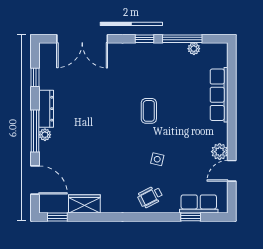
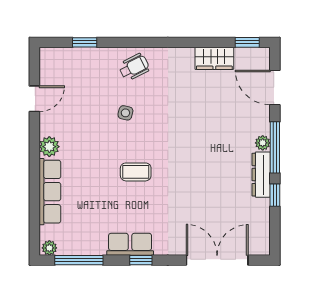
window: (182, 39) -> (79, 260), moved
plant: (194, 49) -> (49, 248), moved
window: (35, 77) -> (275, 195), moved
coffee table: (149, 111) -> (136, 172), turned 90
plant: (220, 152) -> (49, 147), moved
row of seats: (199, 204) -> (130, 244), moved, turned 180

